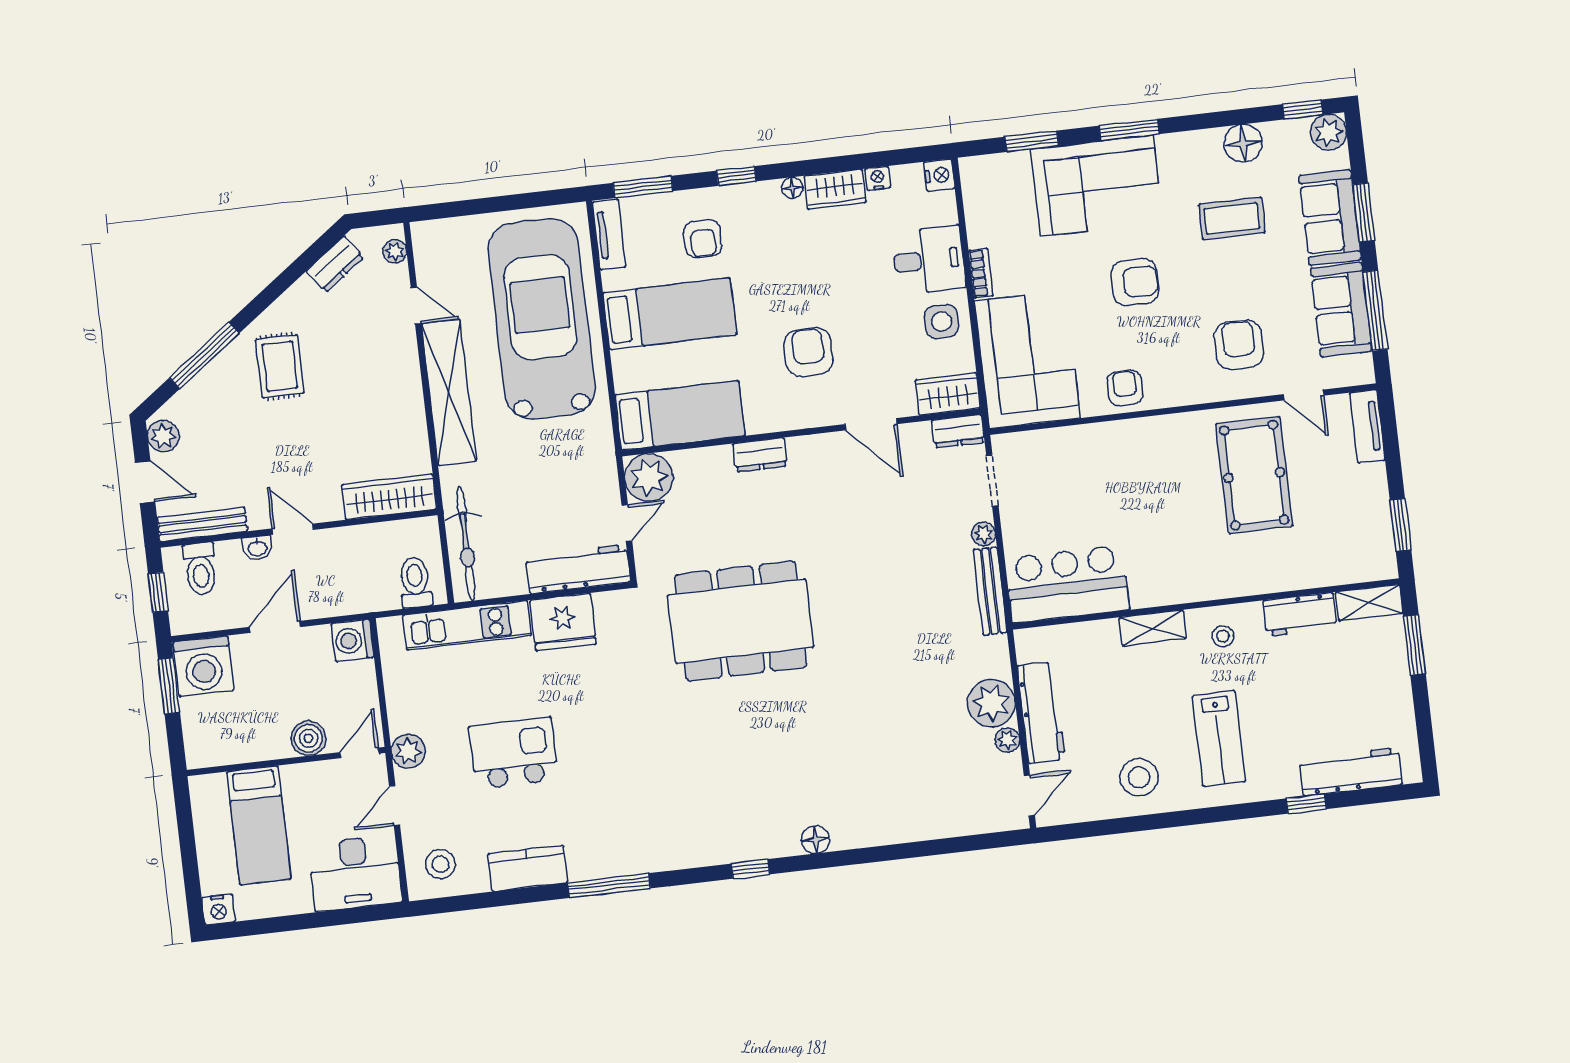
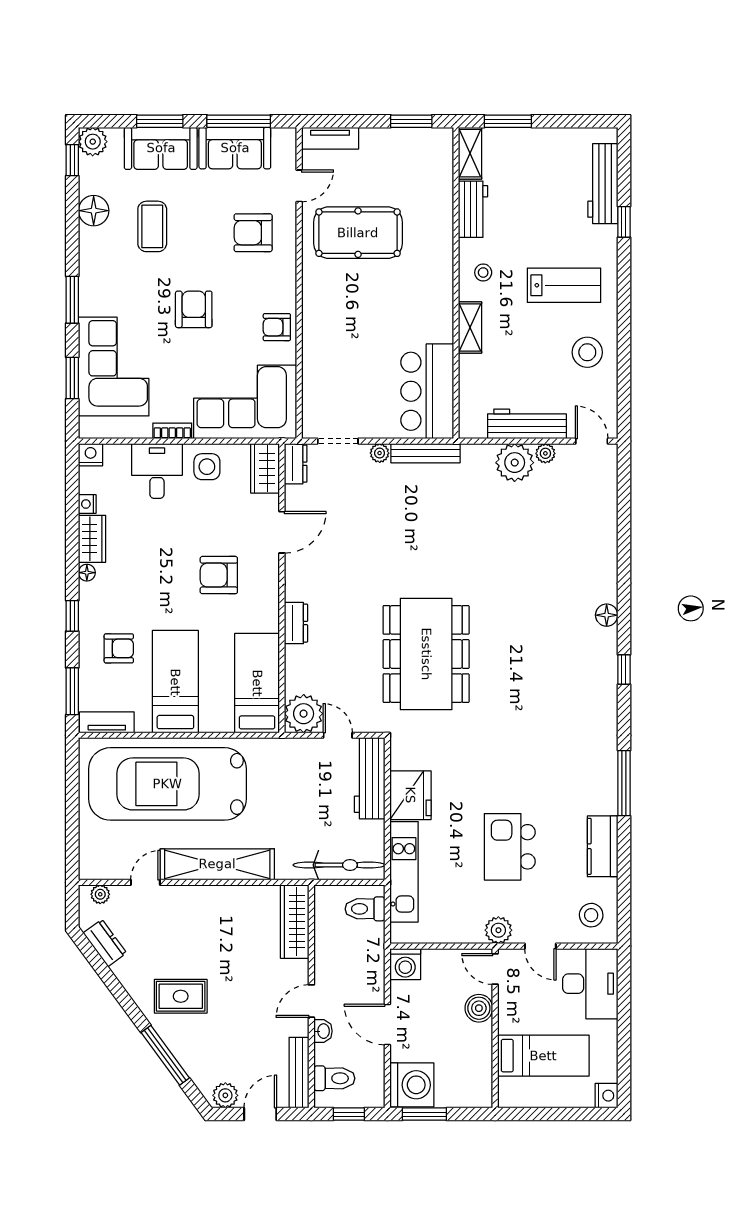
corner sofa: (1097, 186) -> (114, 367), moved

